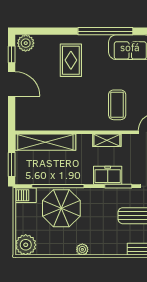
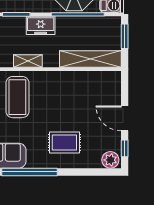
rug: (71, 60) -> (64, 142), turned 90
coffee table: (117, 105) -> (17, 97), width x1.36, depth x1.32
freezer: (108, 175) -> (41, 25), moved

